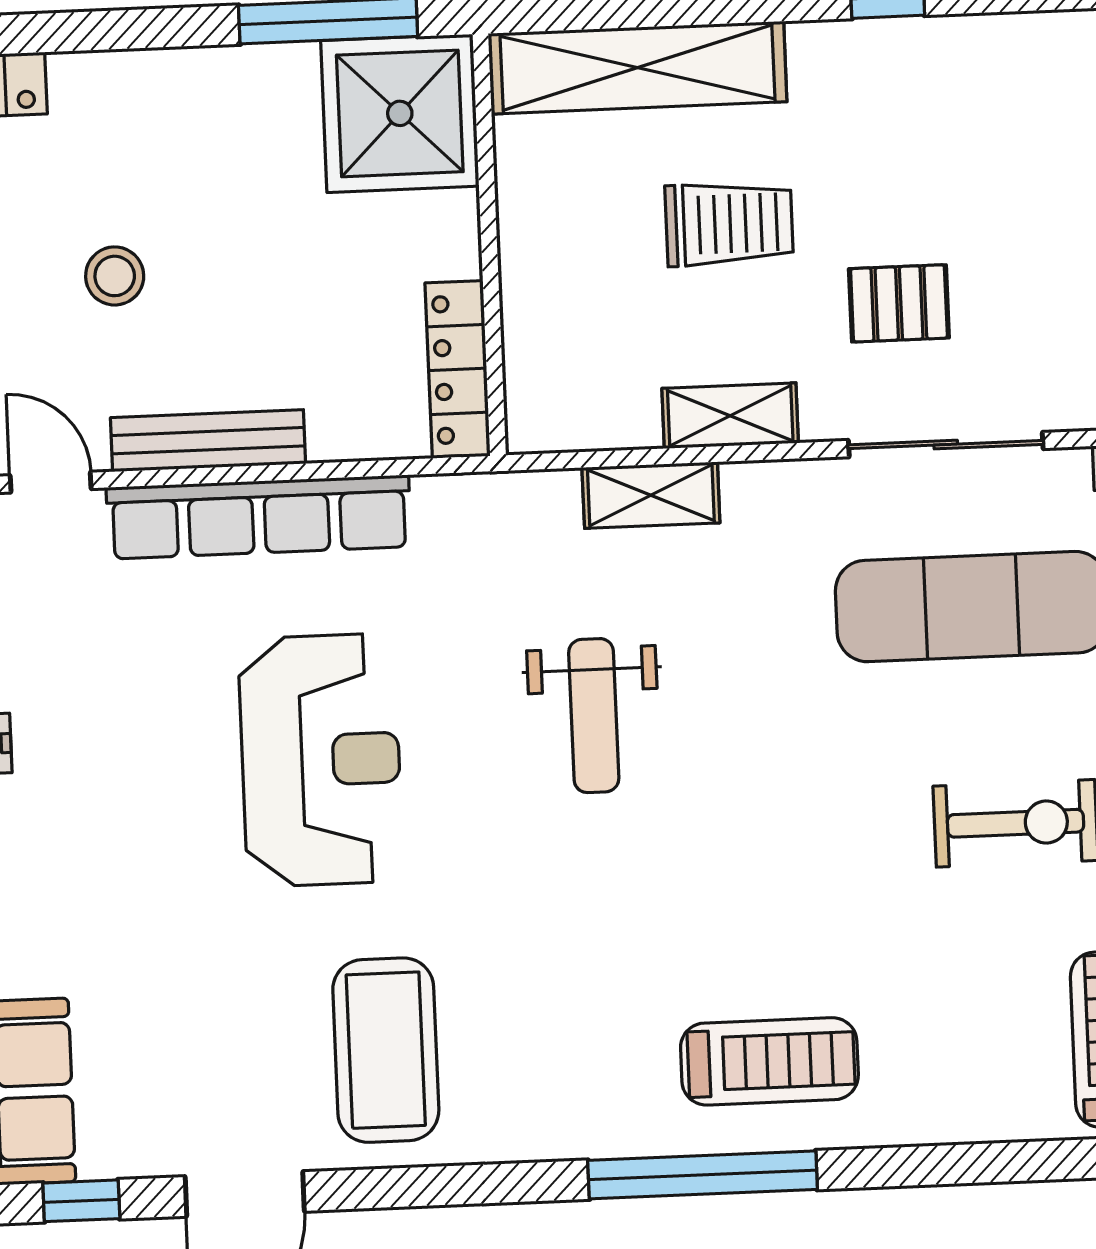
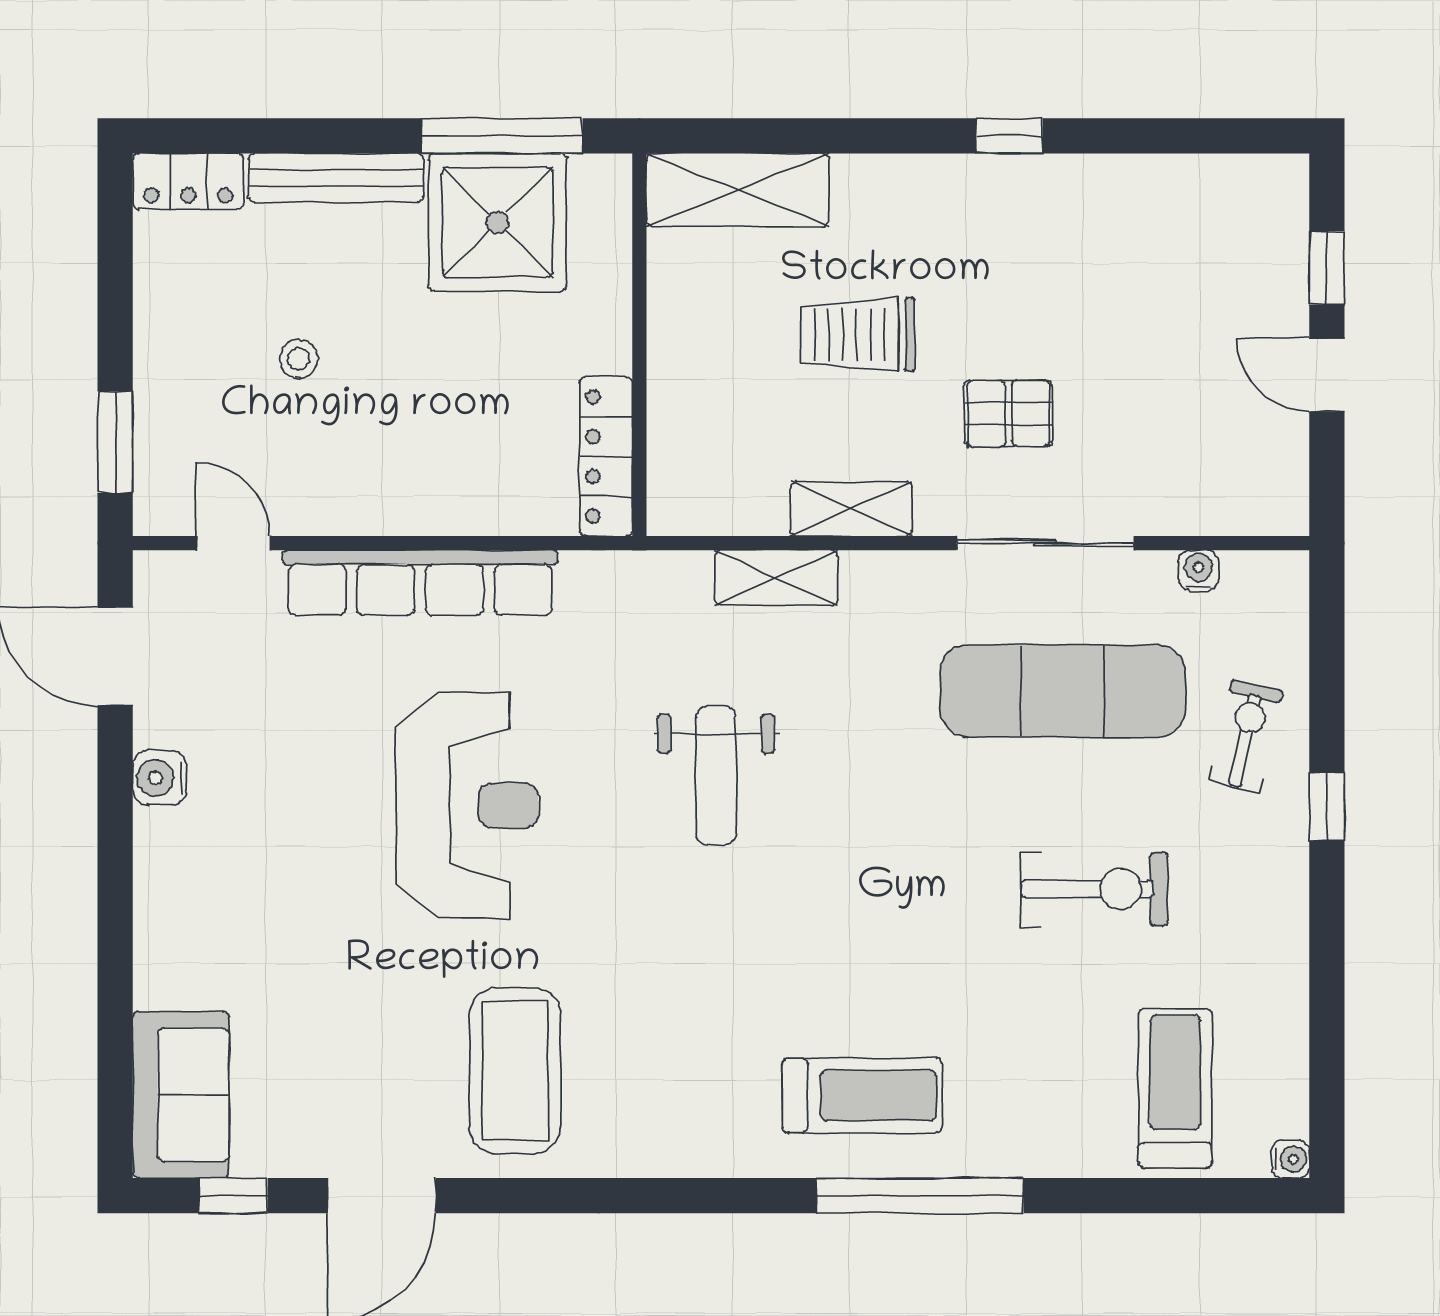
shelving: (637, 68) -> (738, 190), width x0.68
shower: (400, 113) -> (497, 222), moved
trolley: (729, 224) -> (858, 335), turned 180
stool: (115, 276) -> (299, 359), width x0.73, depth x0.73
bench: (208, 441) -> (336, 178), moved
window: (703, 1175) -> (920, 1196), moved

